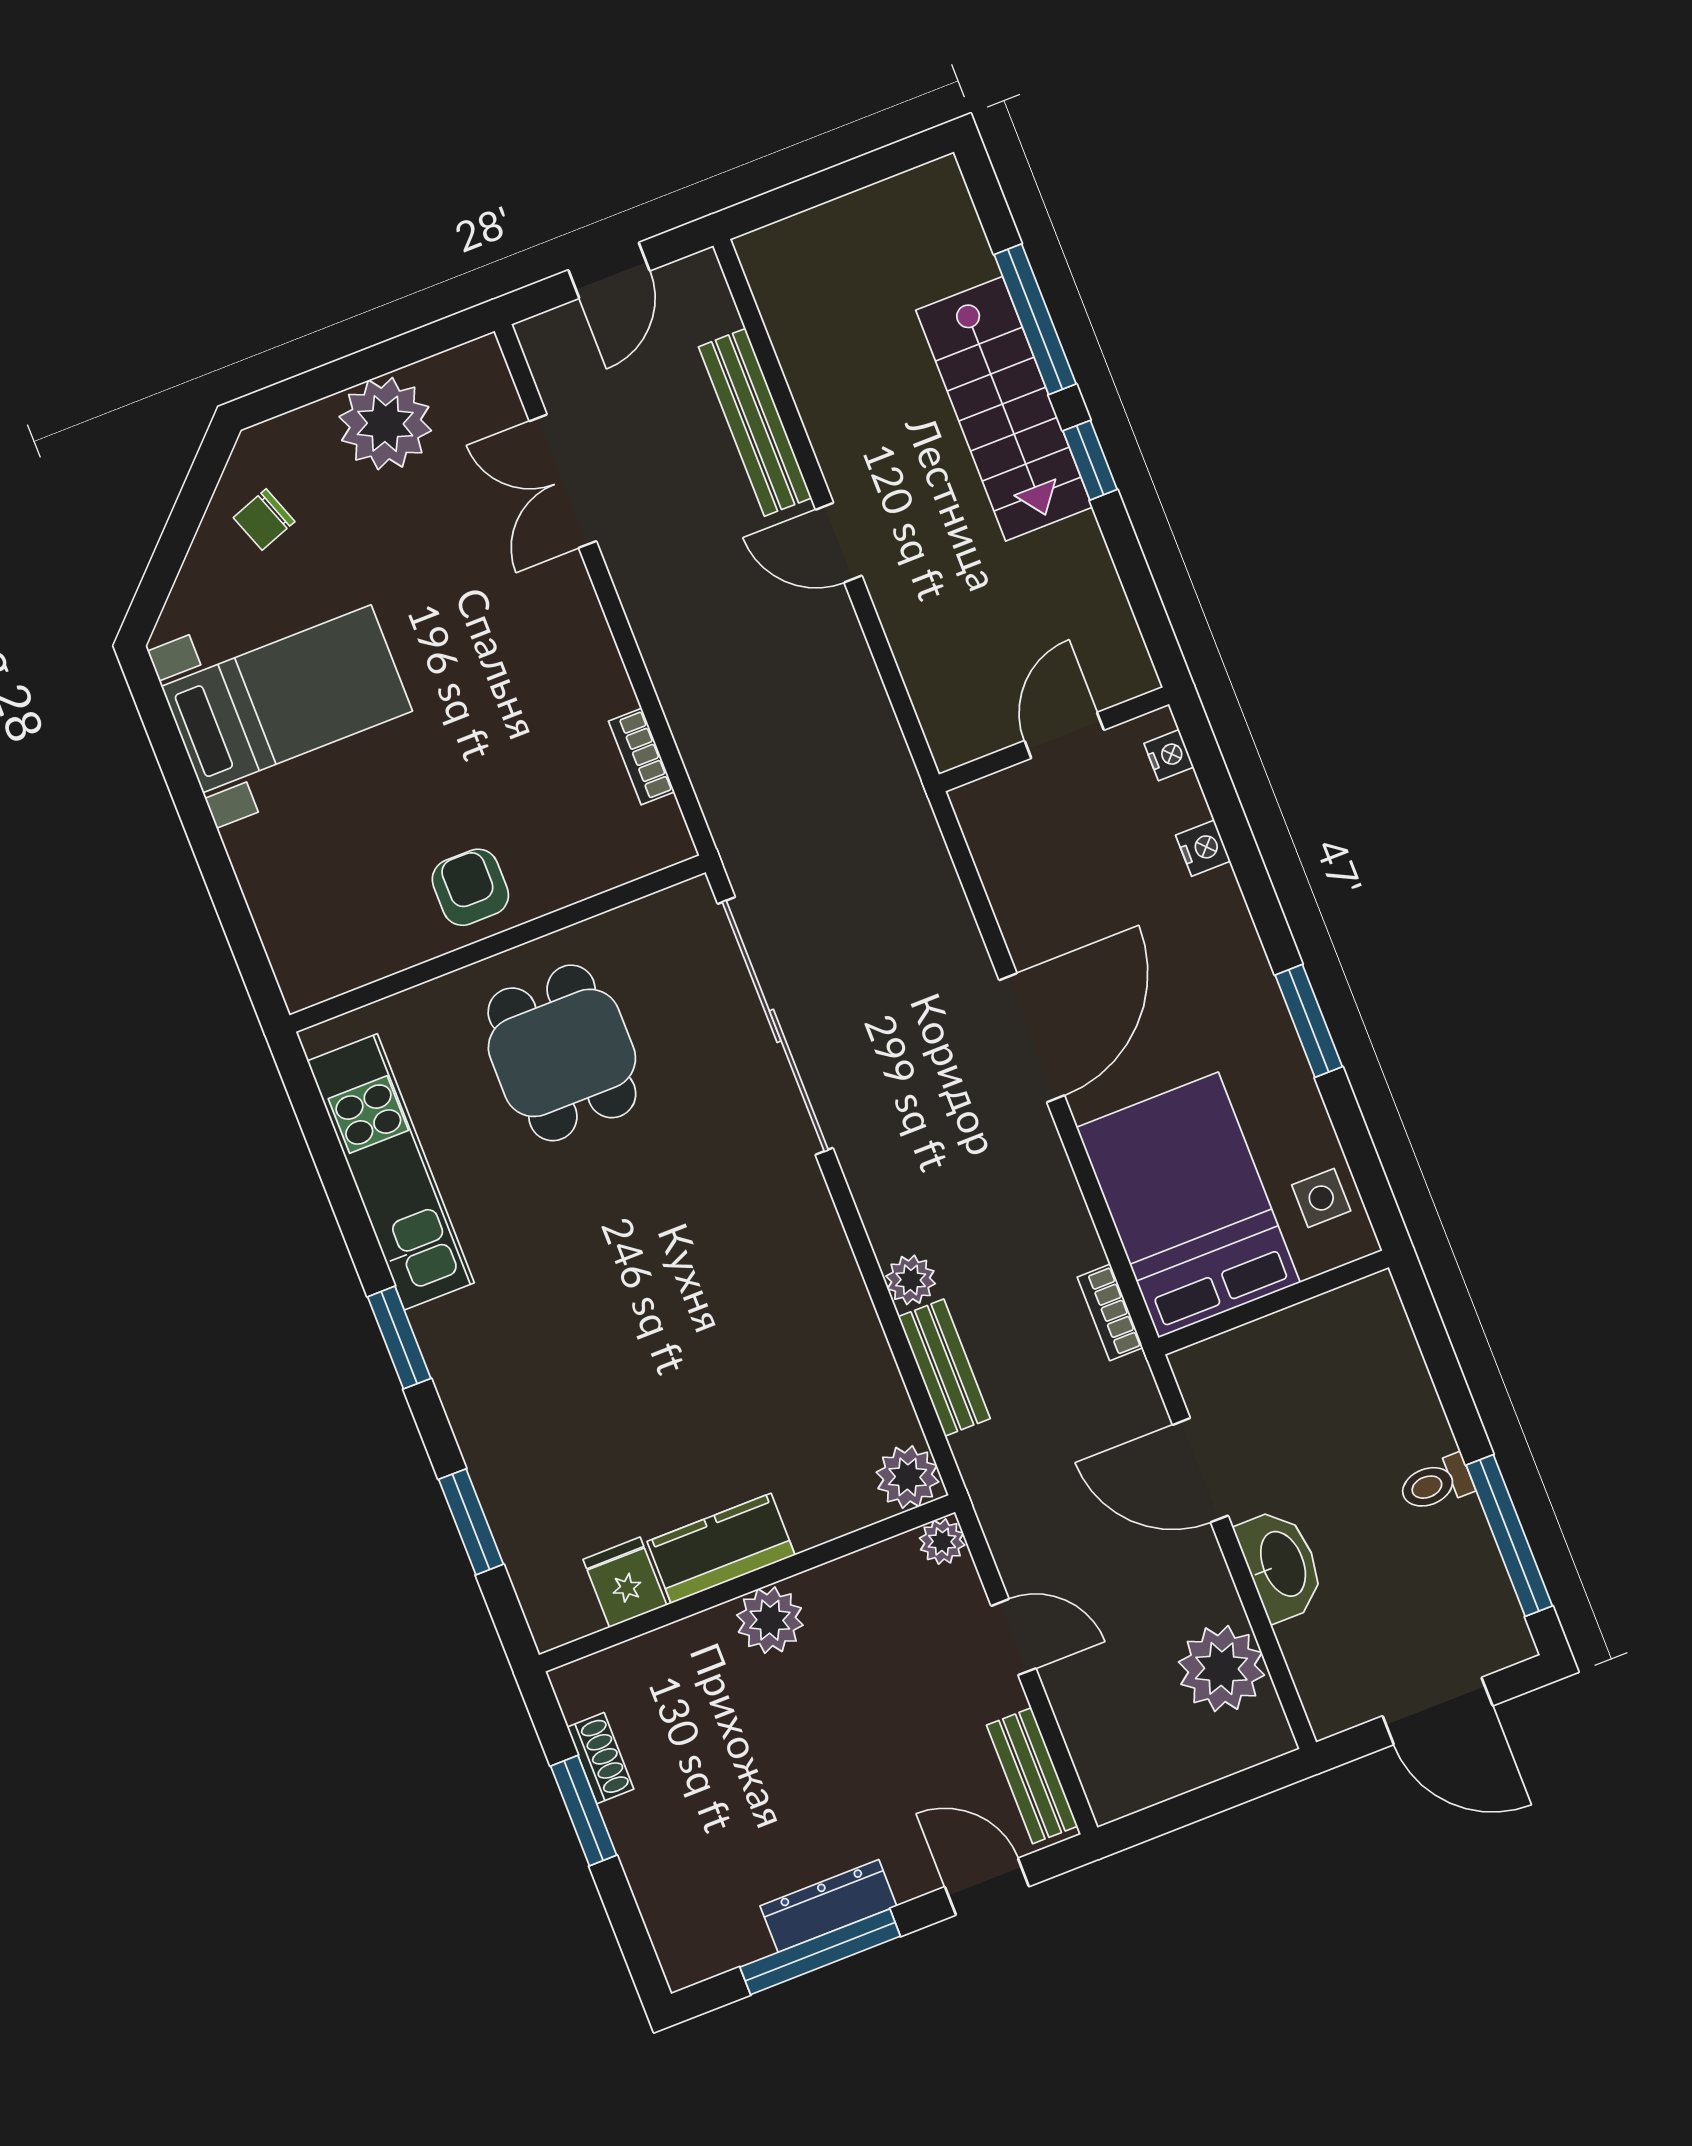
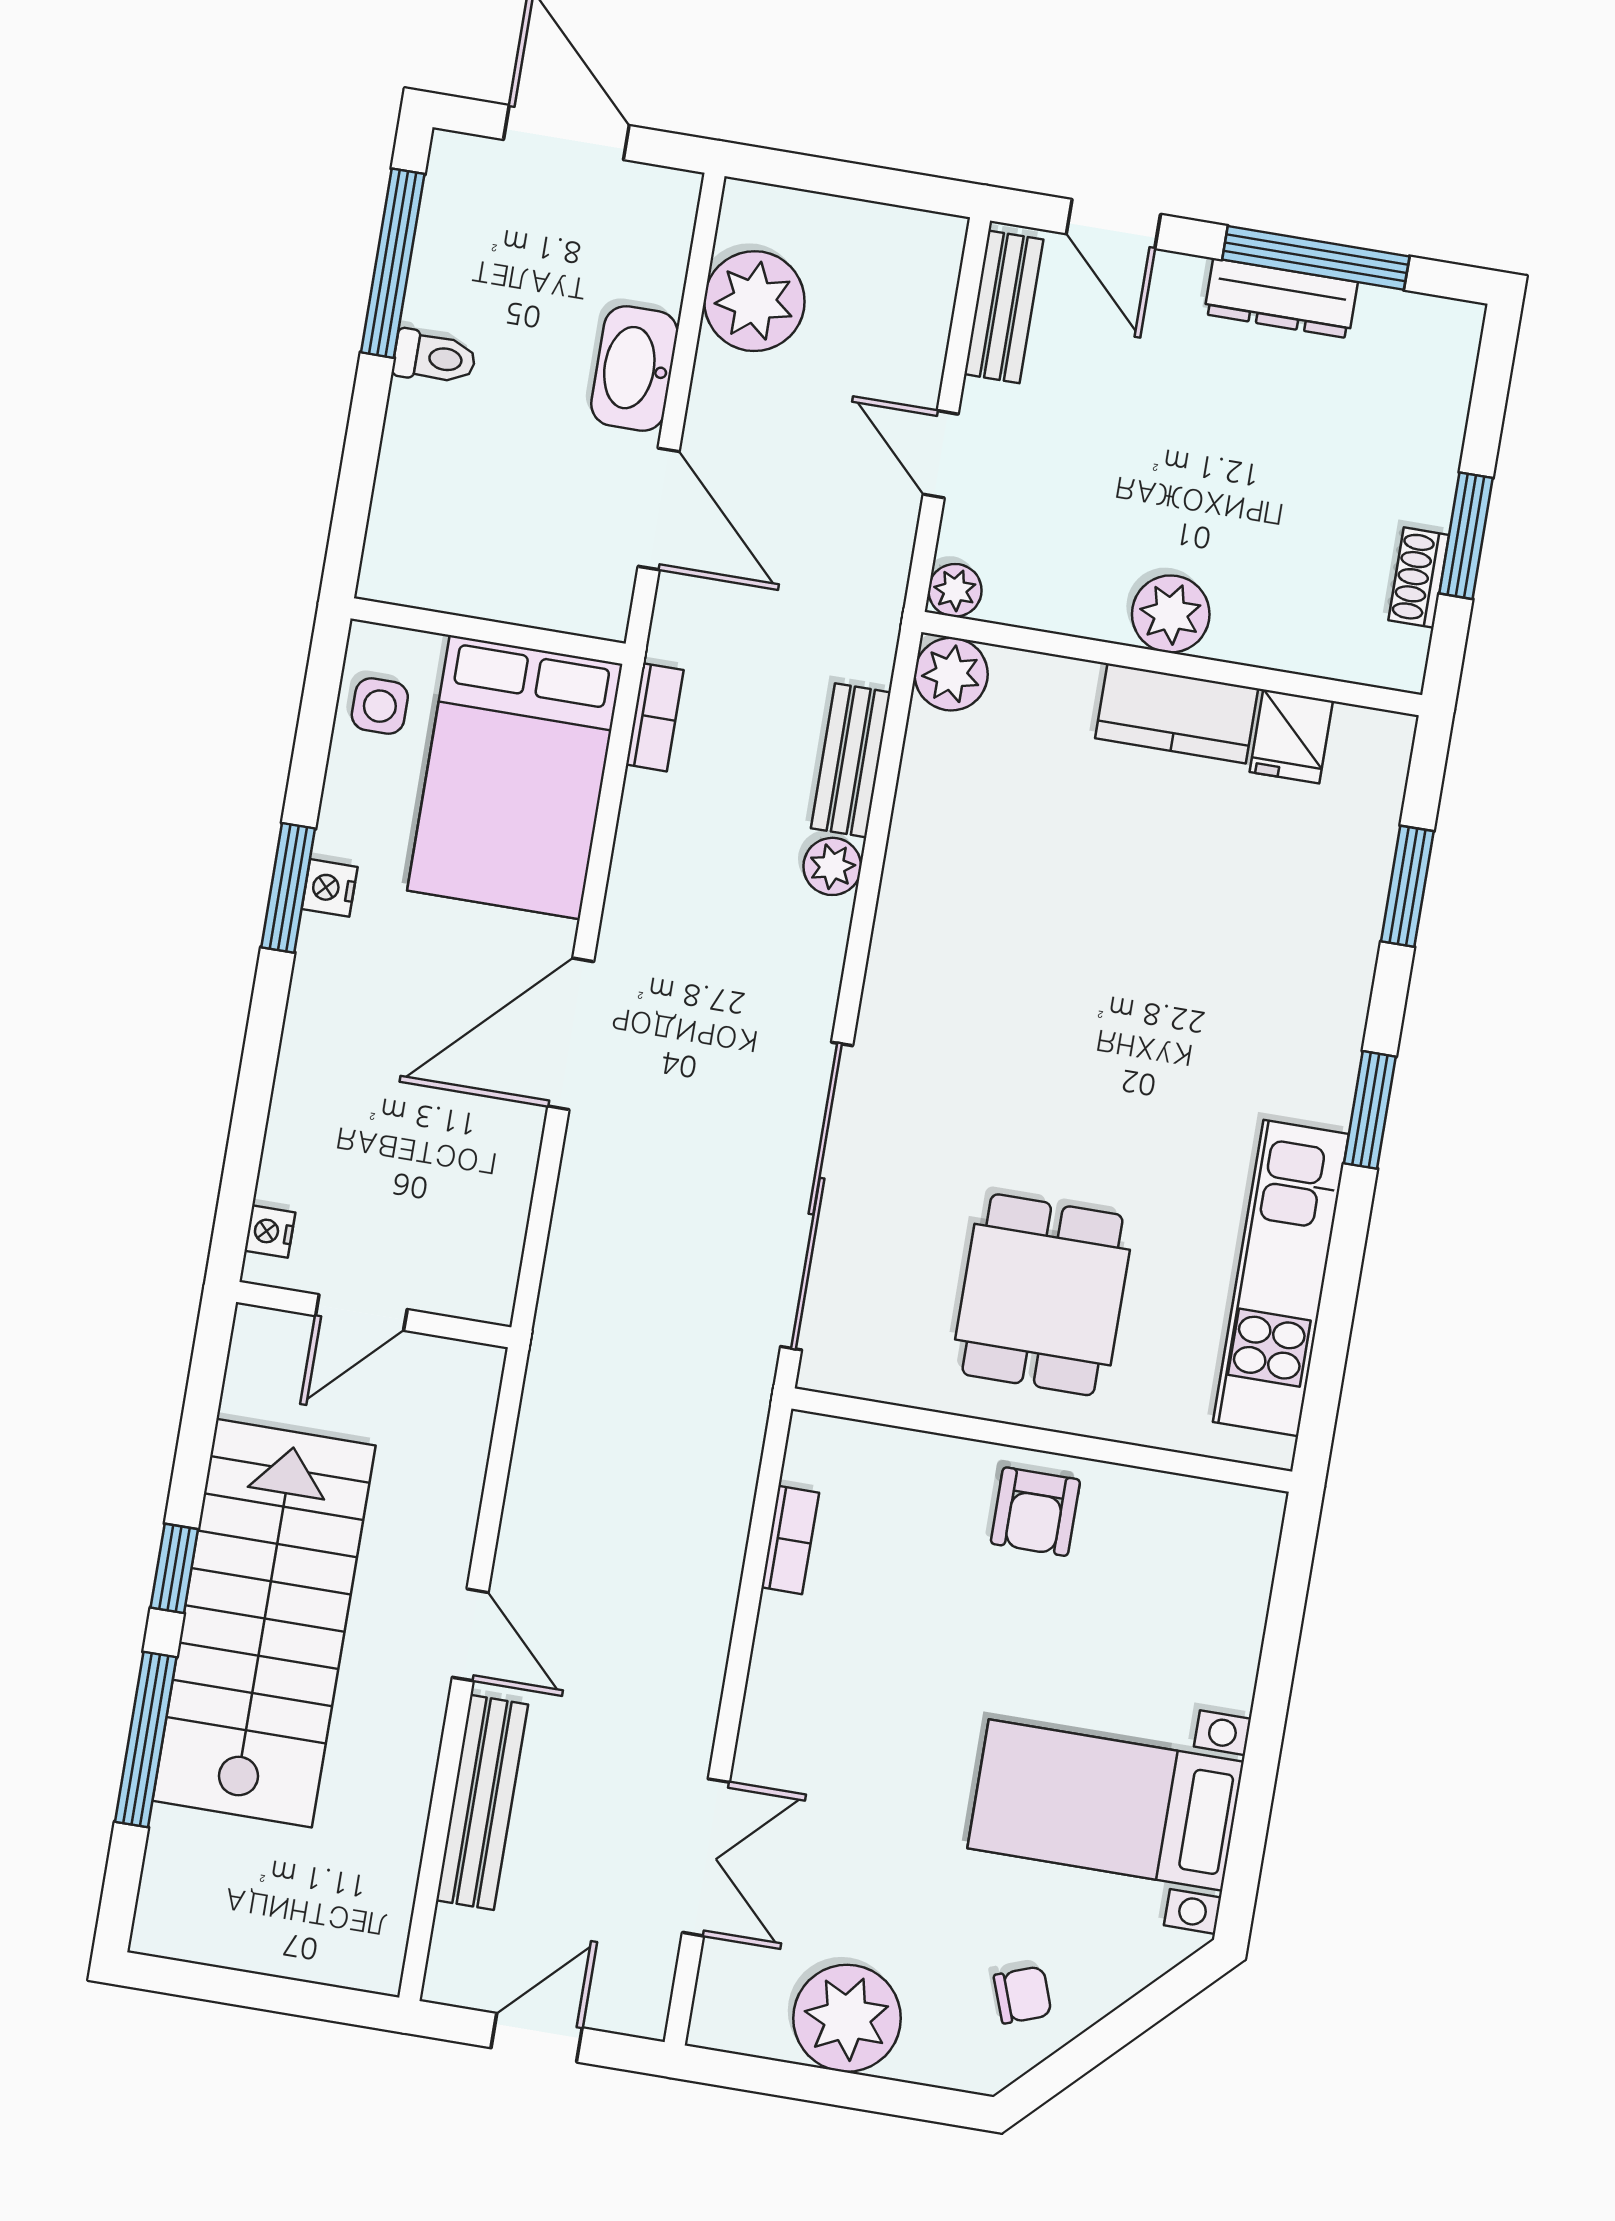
stairs: (1004, 409) -> (264, 1623), width x1.36, depth x1.51
nightstand: (1203, 848) -> (330, 888), moved

